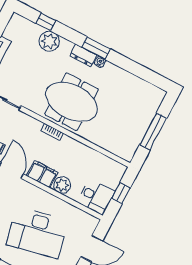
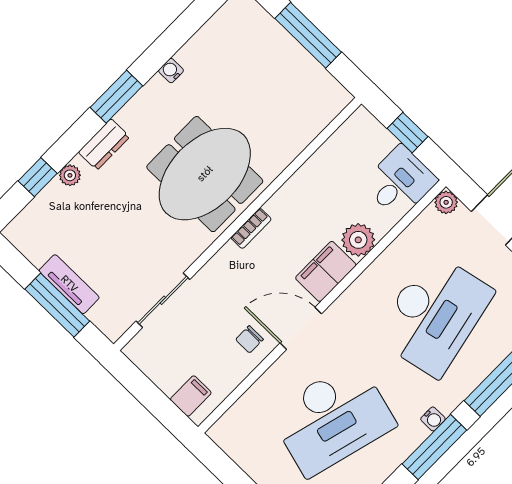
plant: (49, 41) -> (70, 175), width x0.53, depth x0.53
dresser: (83, 55) -> (104, 144), moved
water cooler: (100, 62) -> (171, 71), moved
plant: (93, 222) -> (446, 202), added

